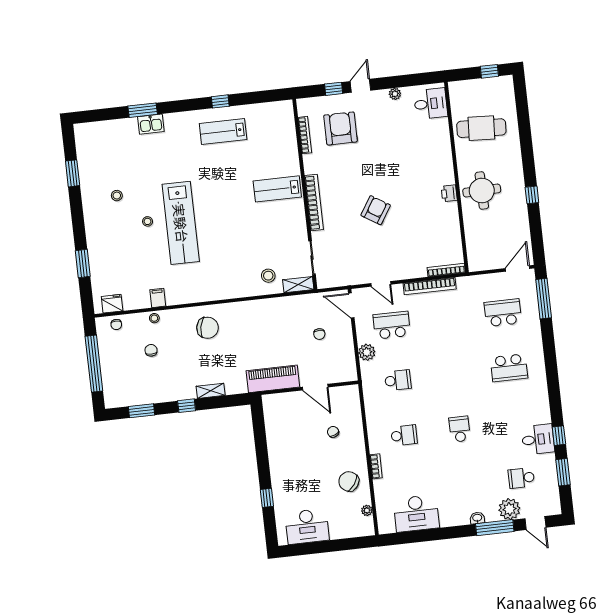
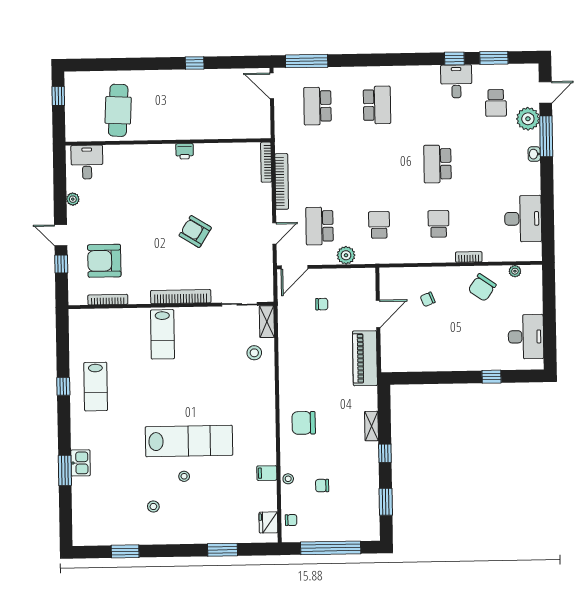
round table: (482, 191) -> (185, 116), removed
chair: (208, 328) -> (304, 423), turned -101
school desk: (460, 429) -> (437, 164), width x1.85

